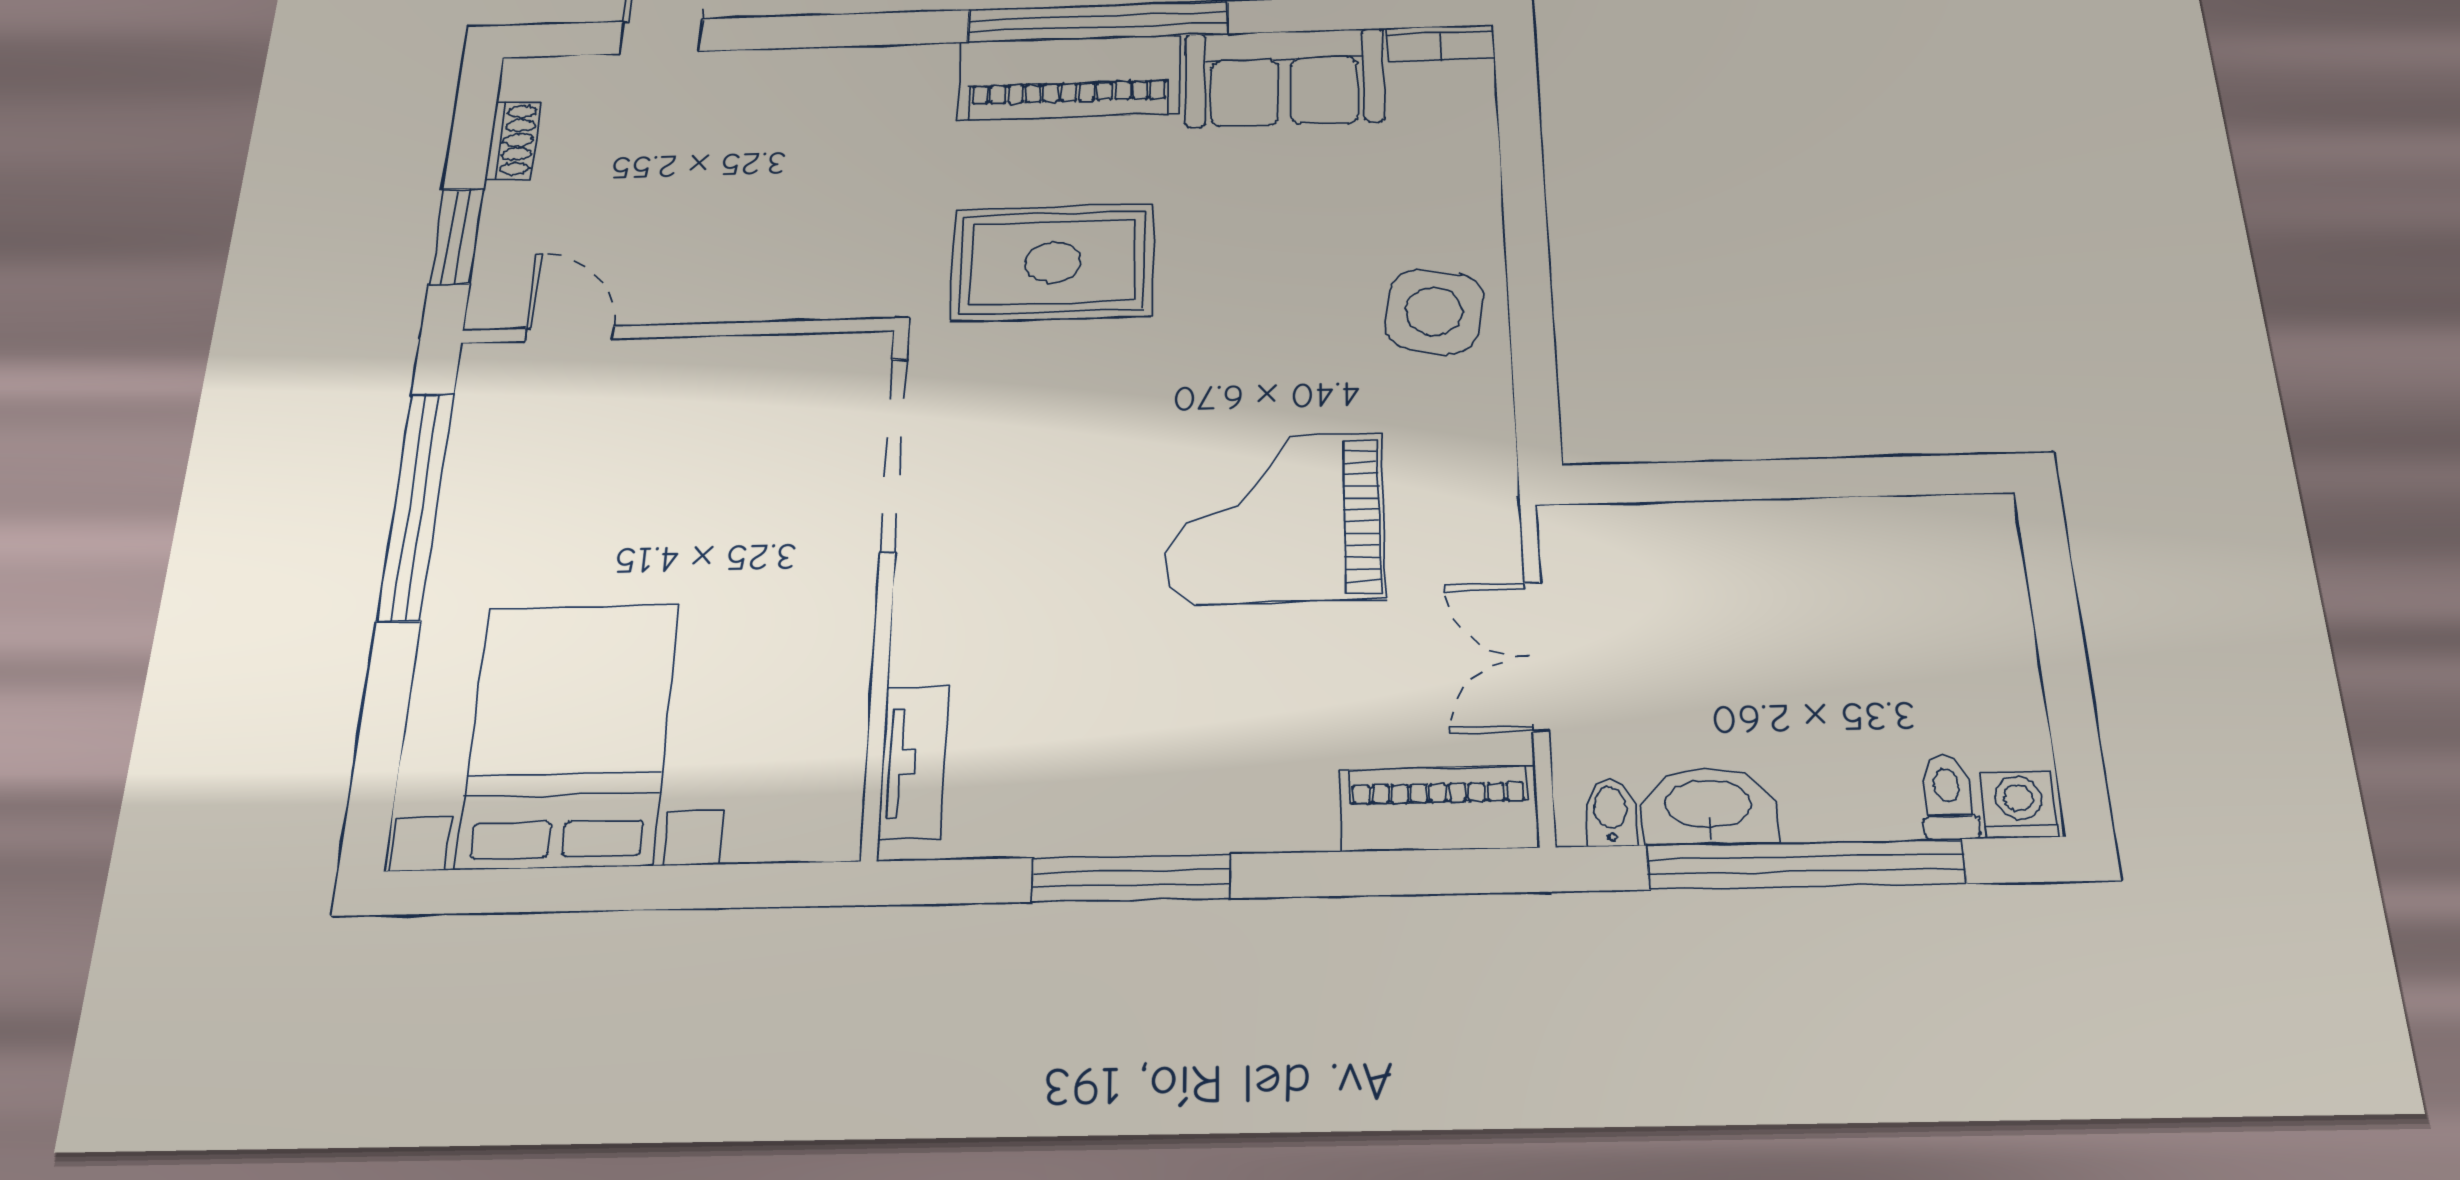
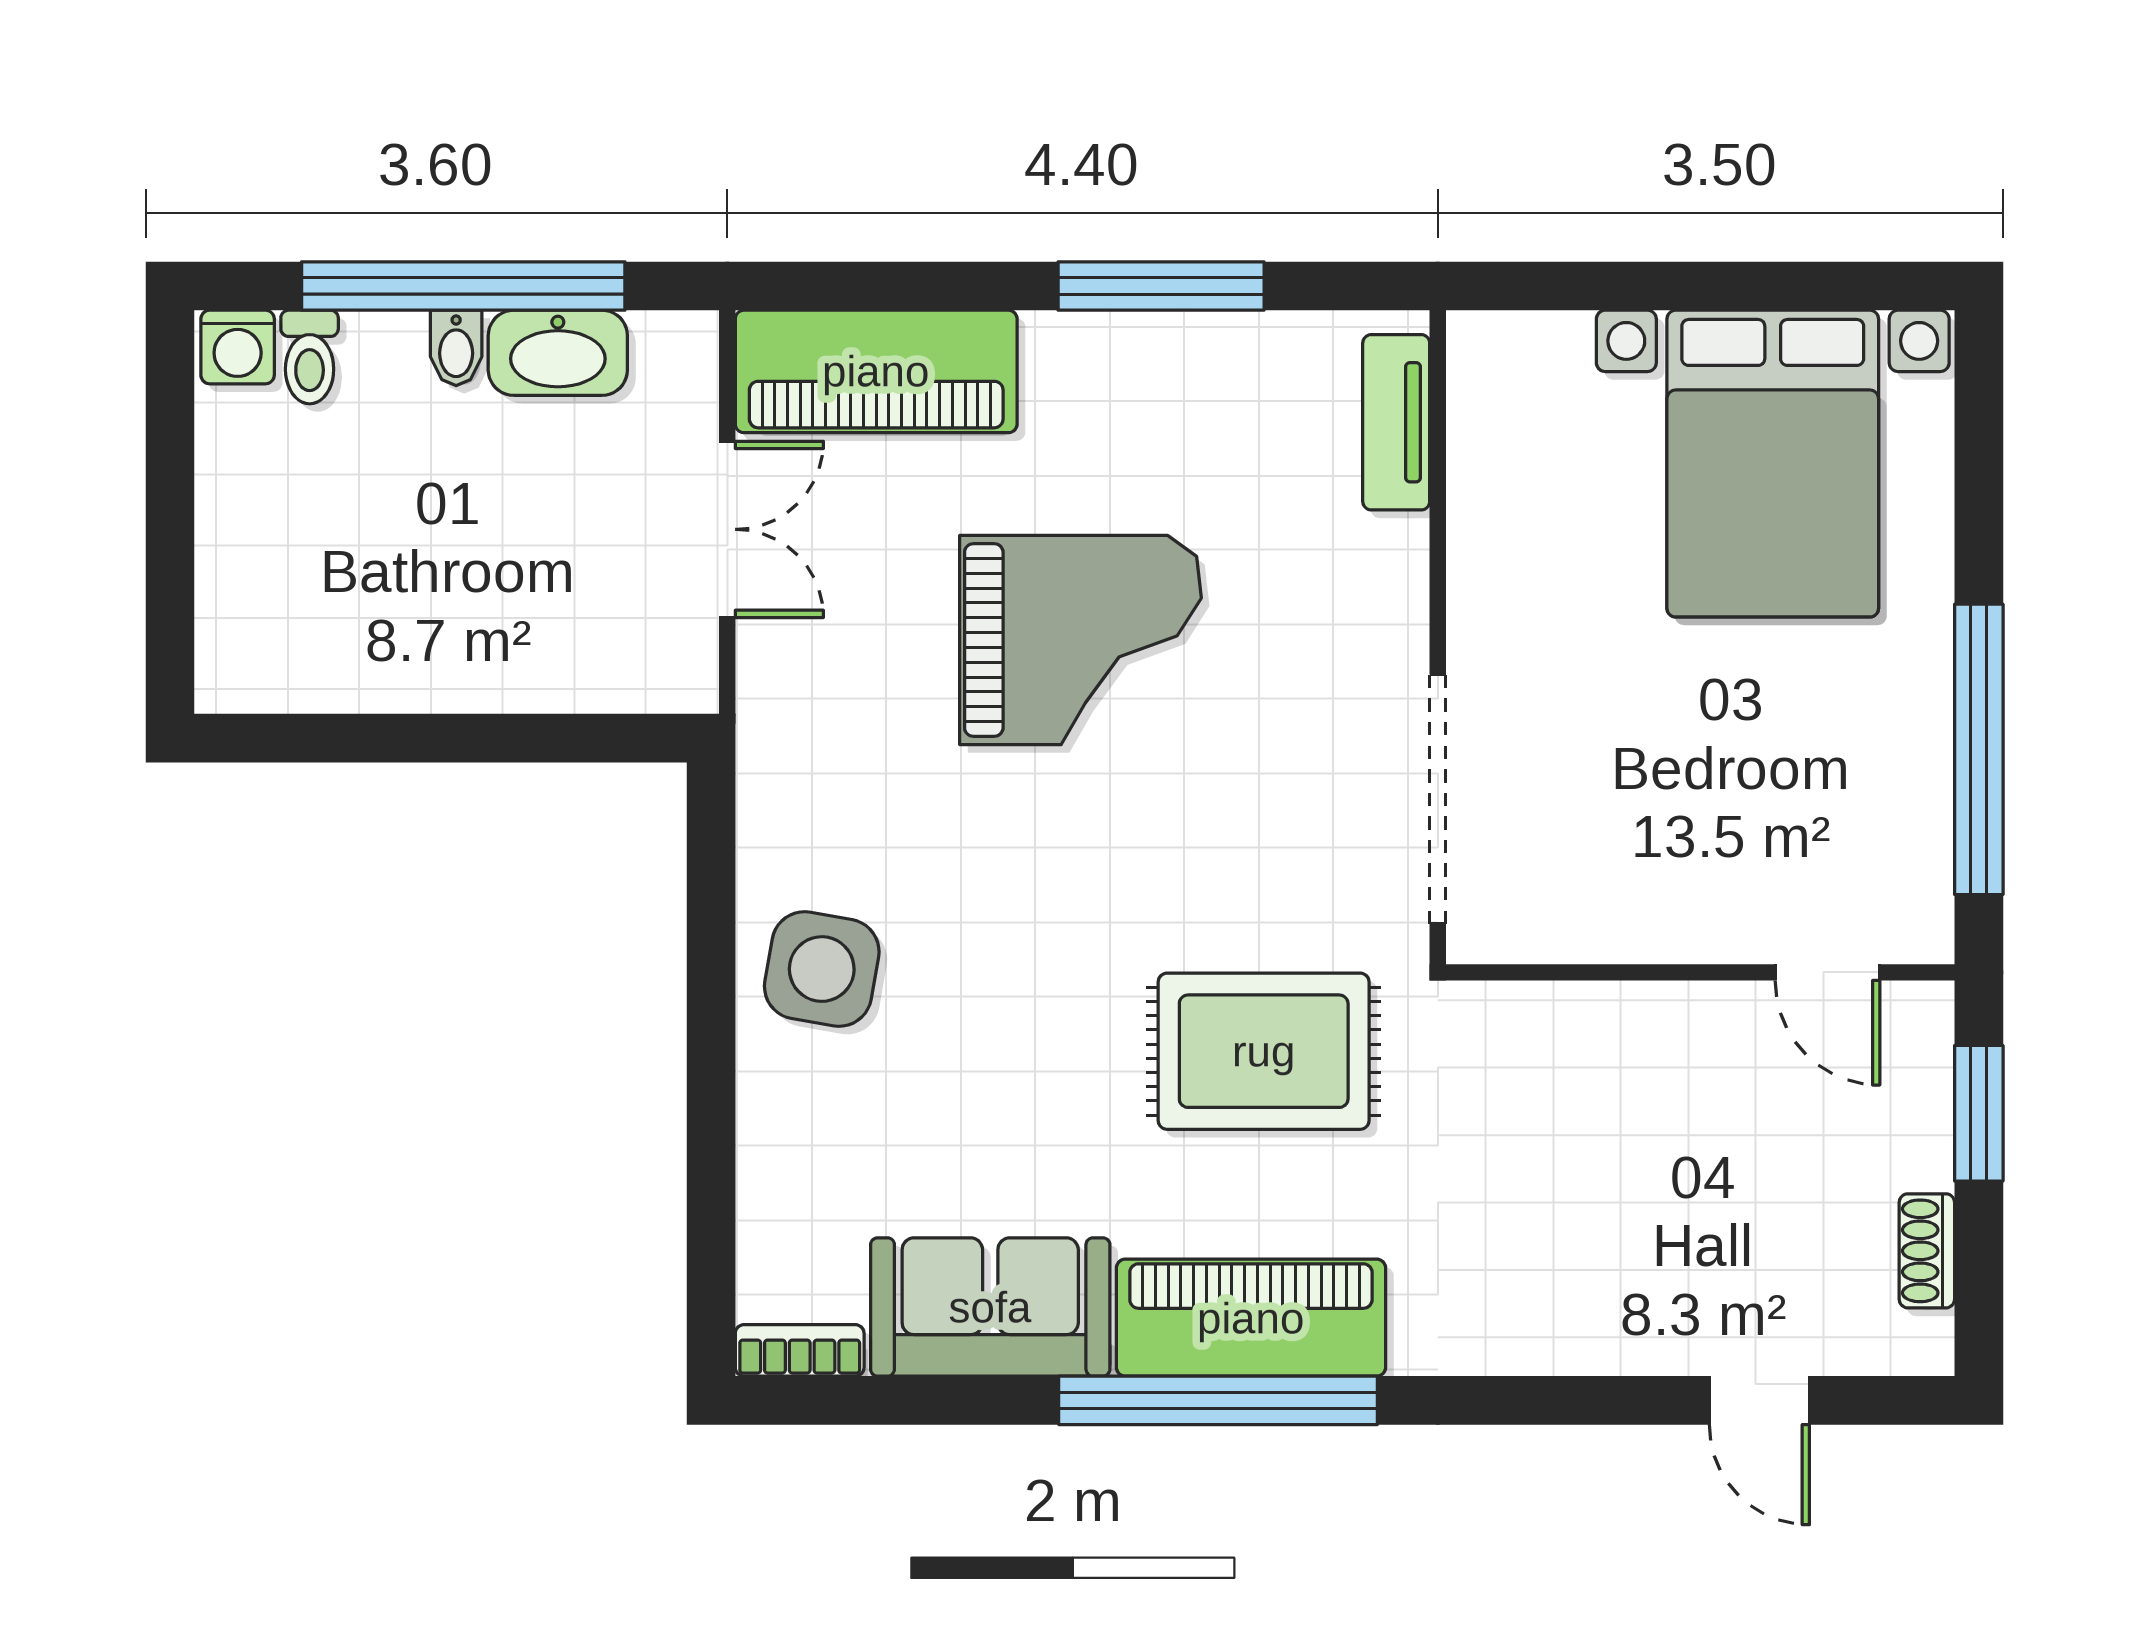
grand piano: (1274, 518) -> (1081, 640), moved
piano: (1439, 808) -> (876, 371), width x1.37, depth x1.33
bidet: (1611, 812) -> (456, 348), moved

